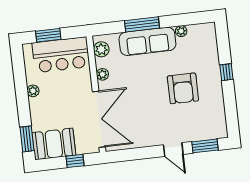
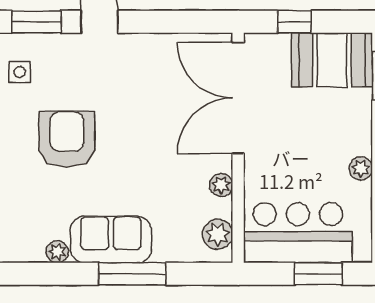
sofa: (147, 41) -> (111, 239), width x0.73
side table: (211, 120) -> (20, 72), added

